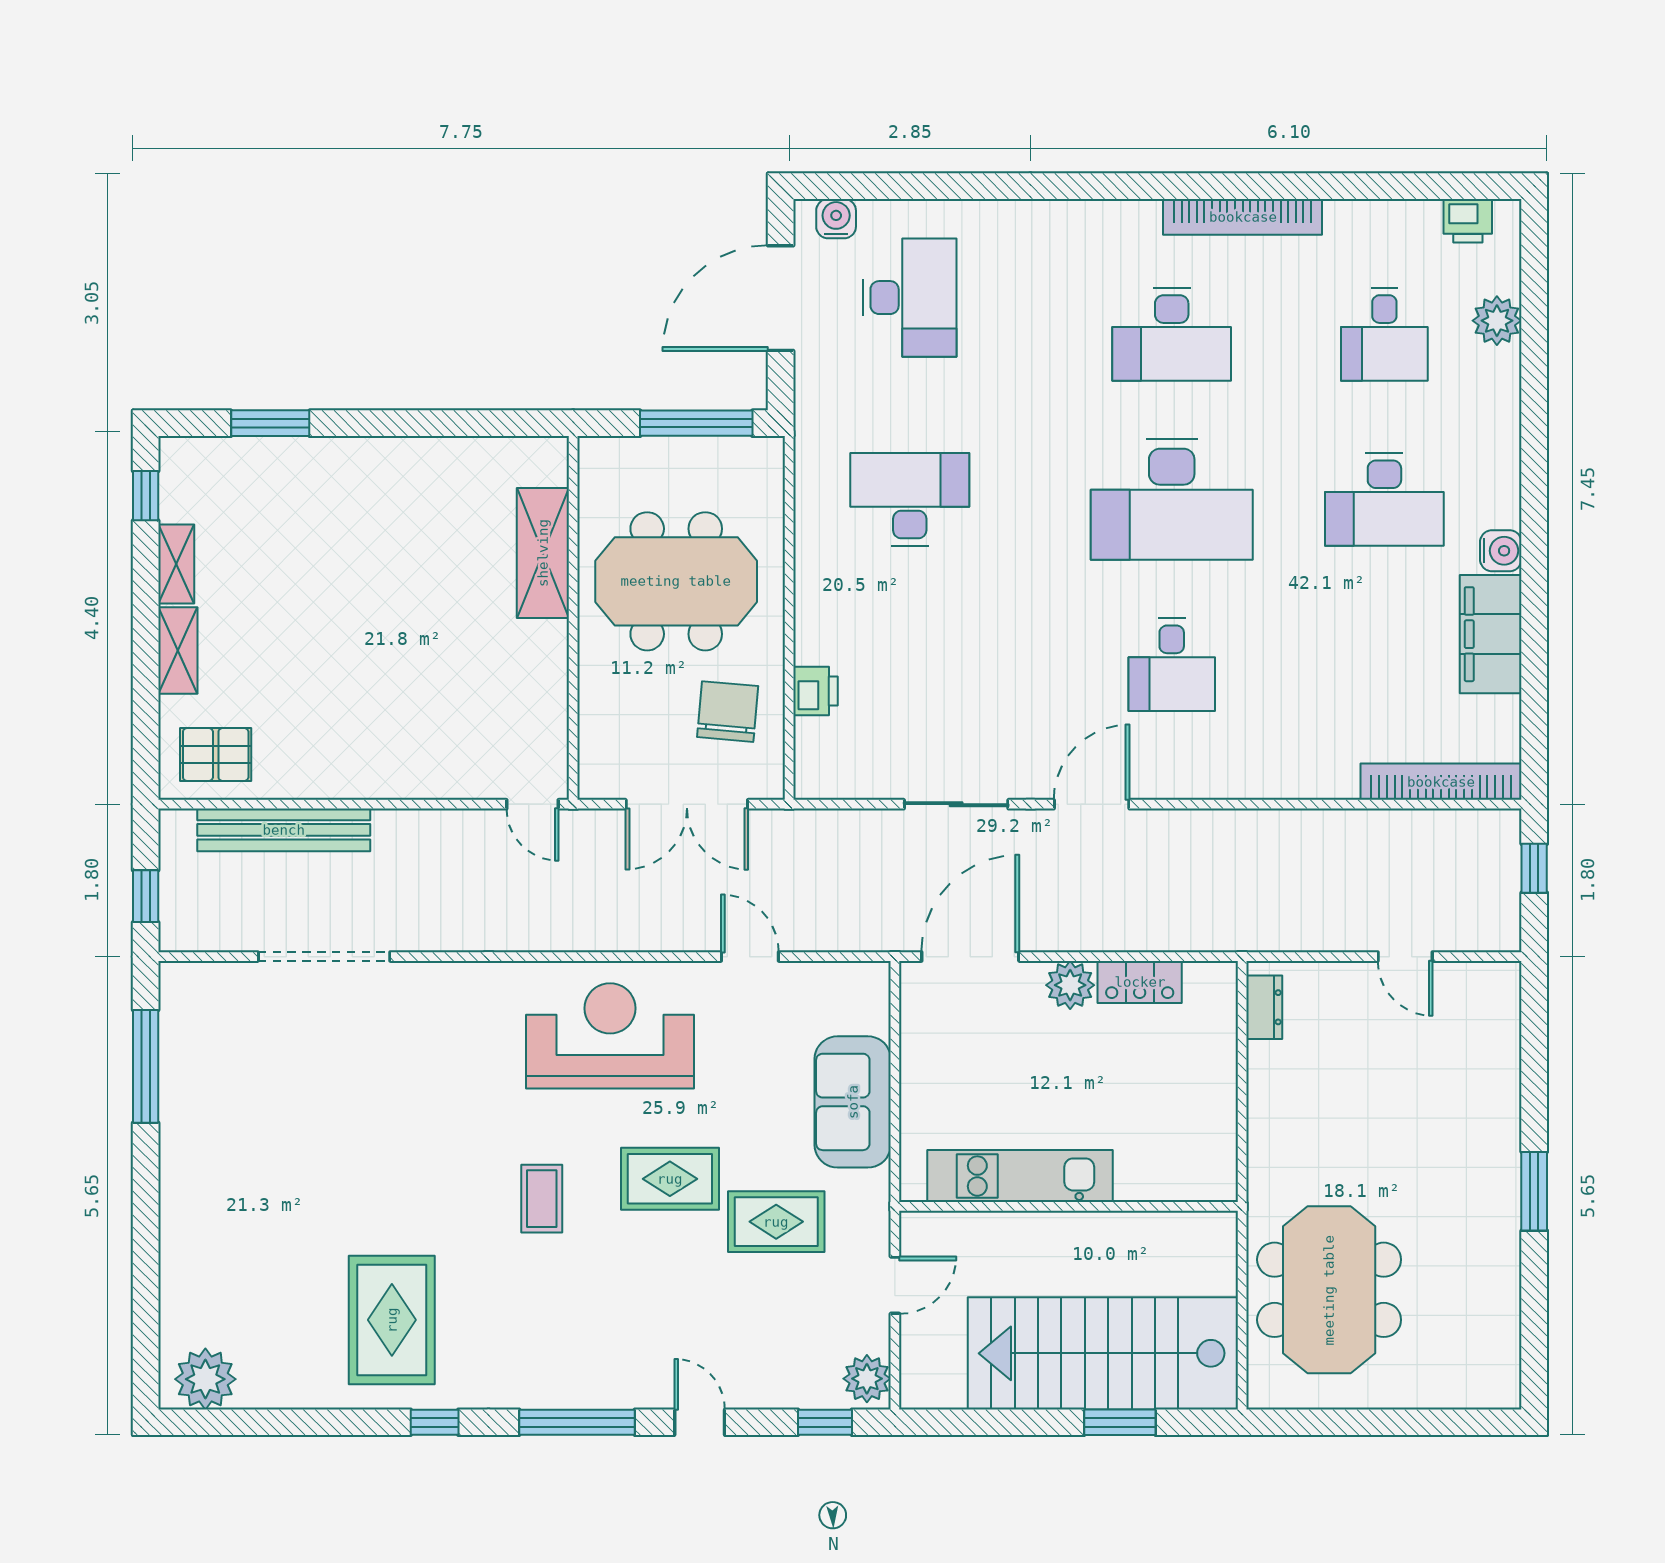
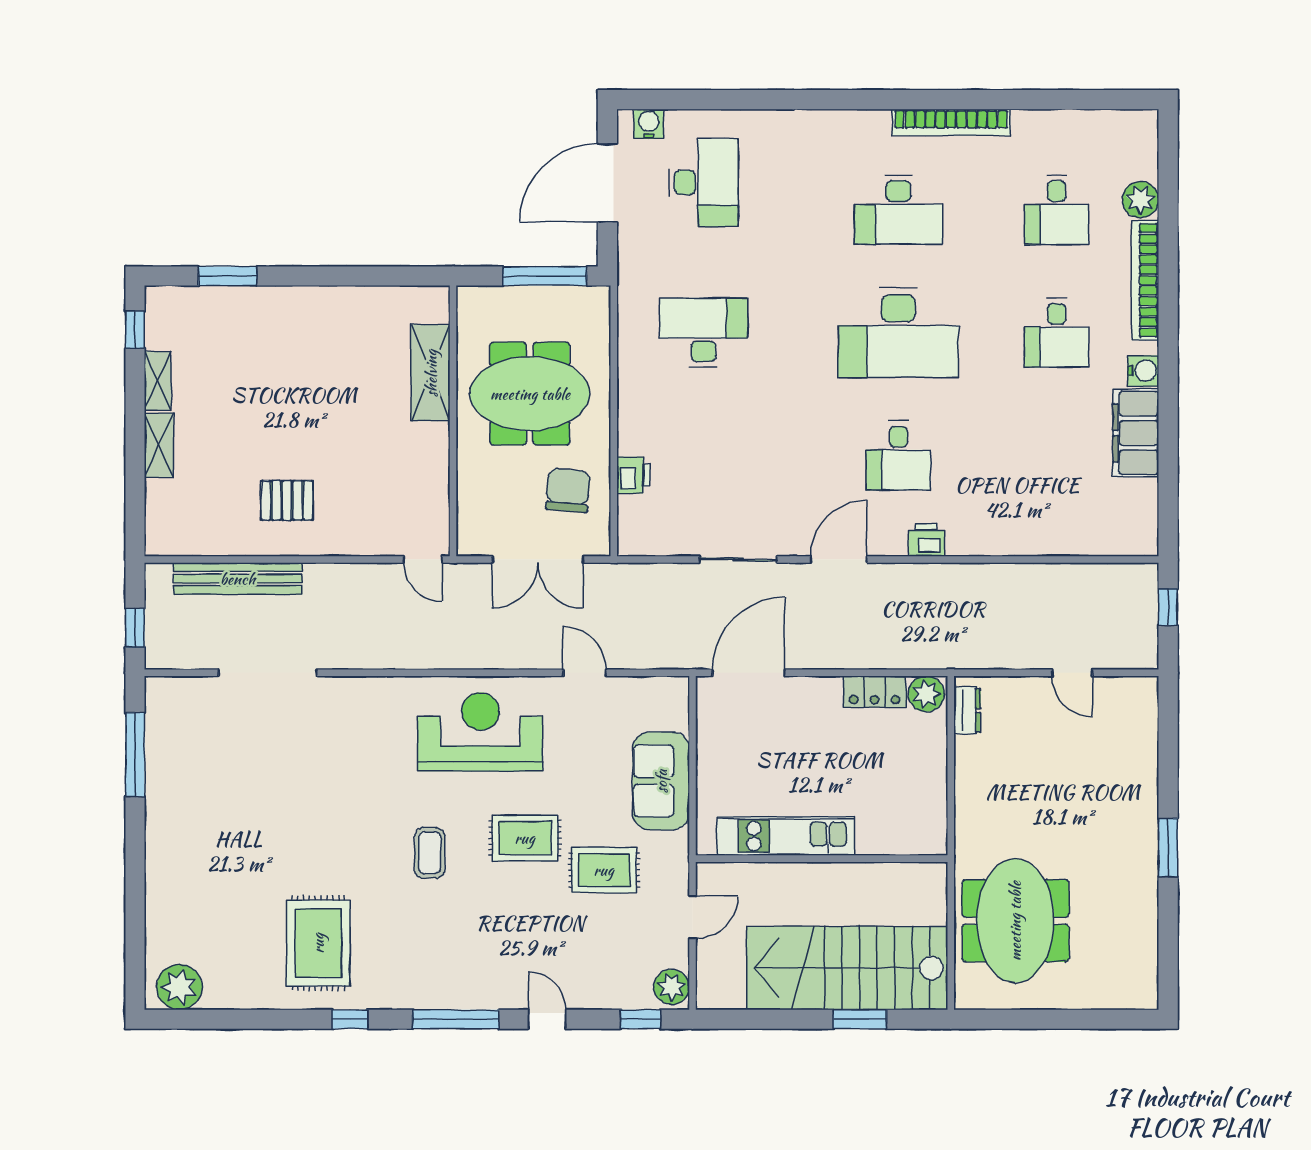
printer: (1468, 221) -> (926, 540), moved, turned 180
desk: (1384, 499) -> (1057, 333), width x0.73
pallet: (216, 754) -> (287, 500), moved
bookcase: (1441, 782) -> (1145, 280), moved, turned -90
plant: (1070, 985) -> (926, 694), moved

